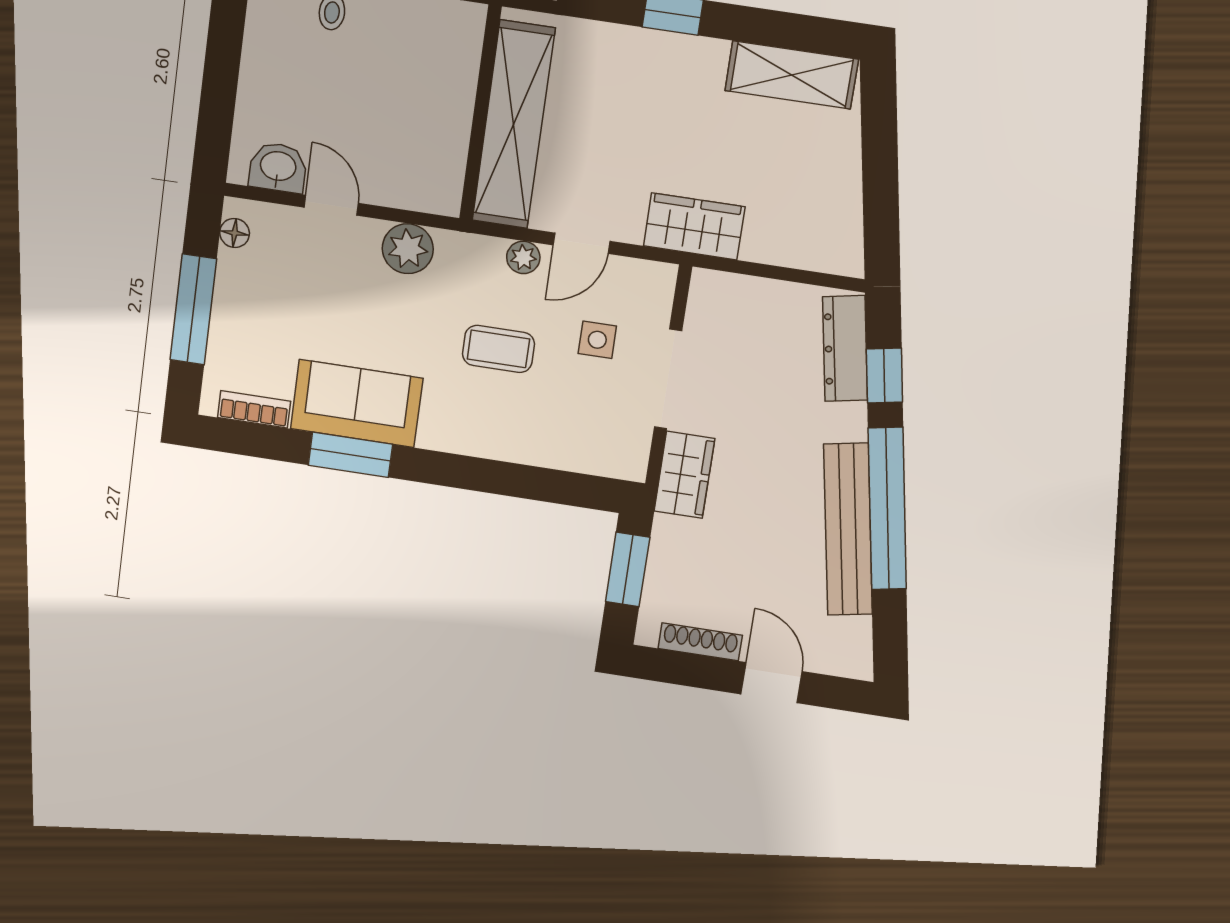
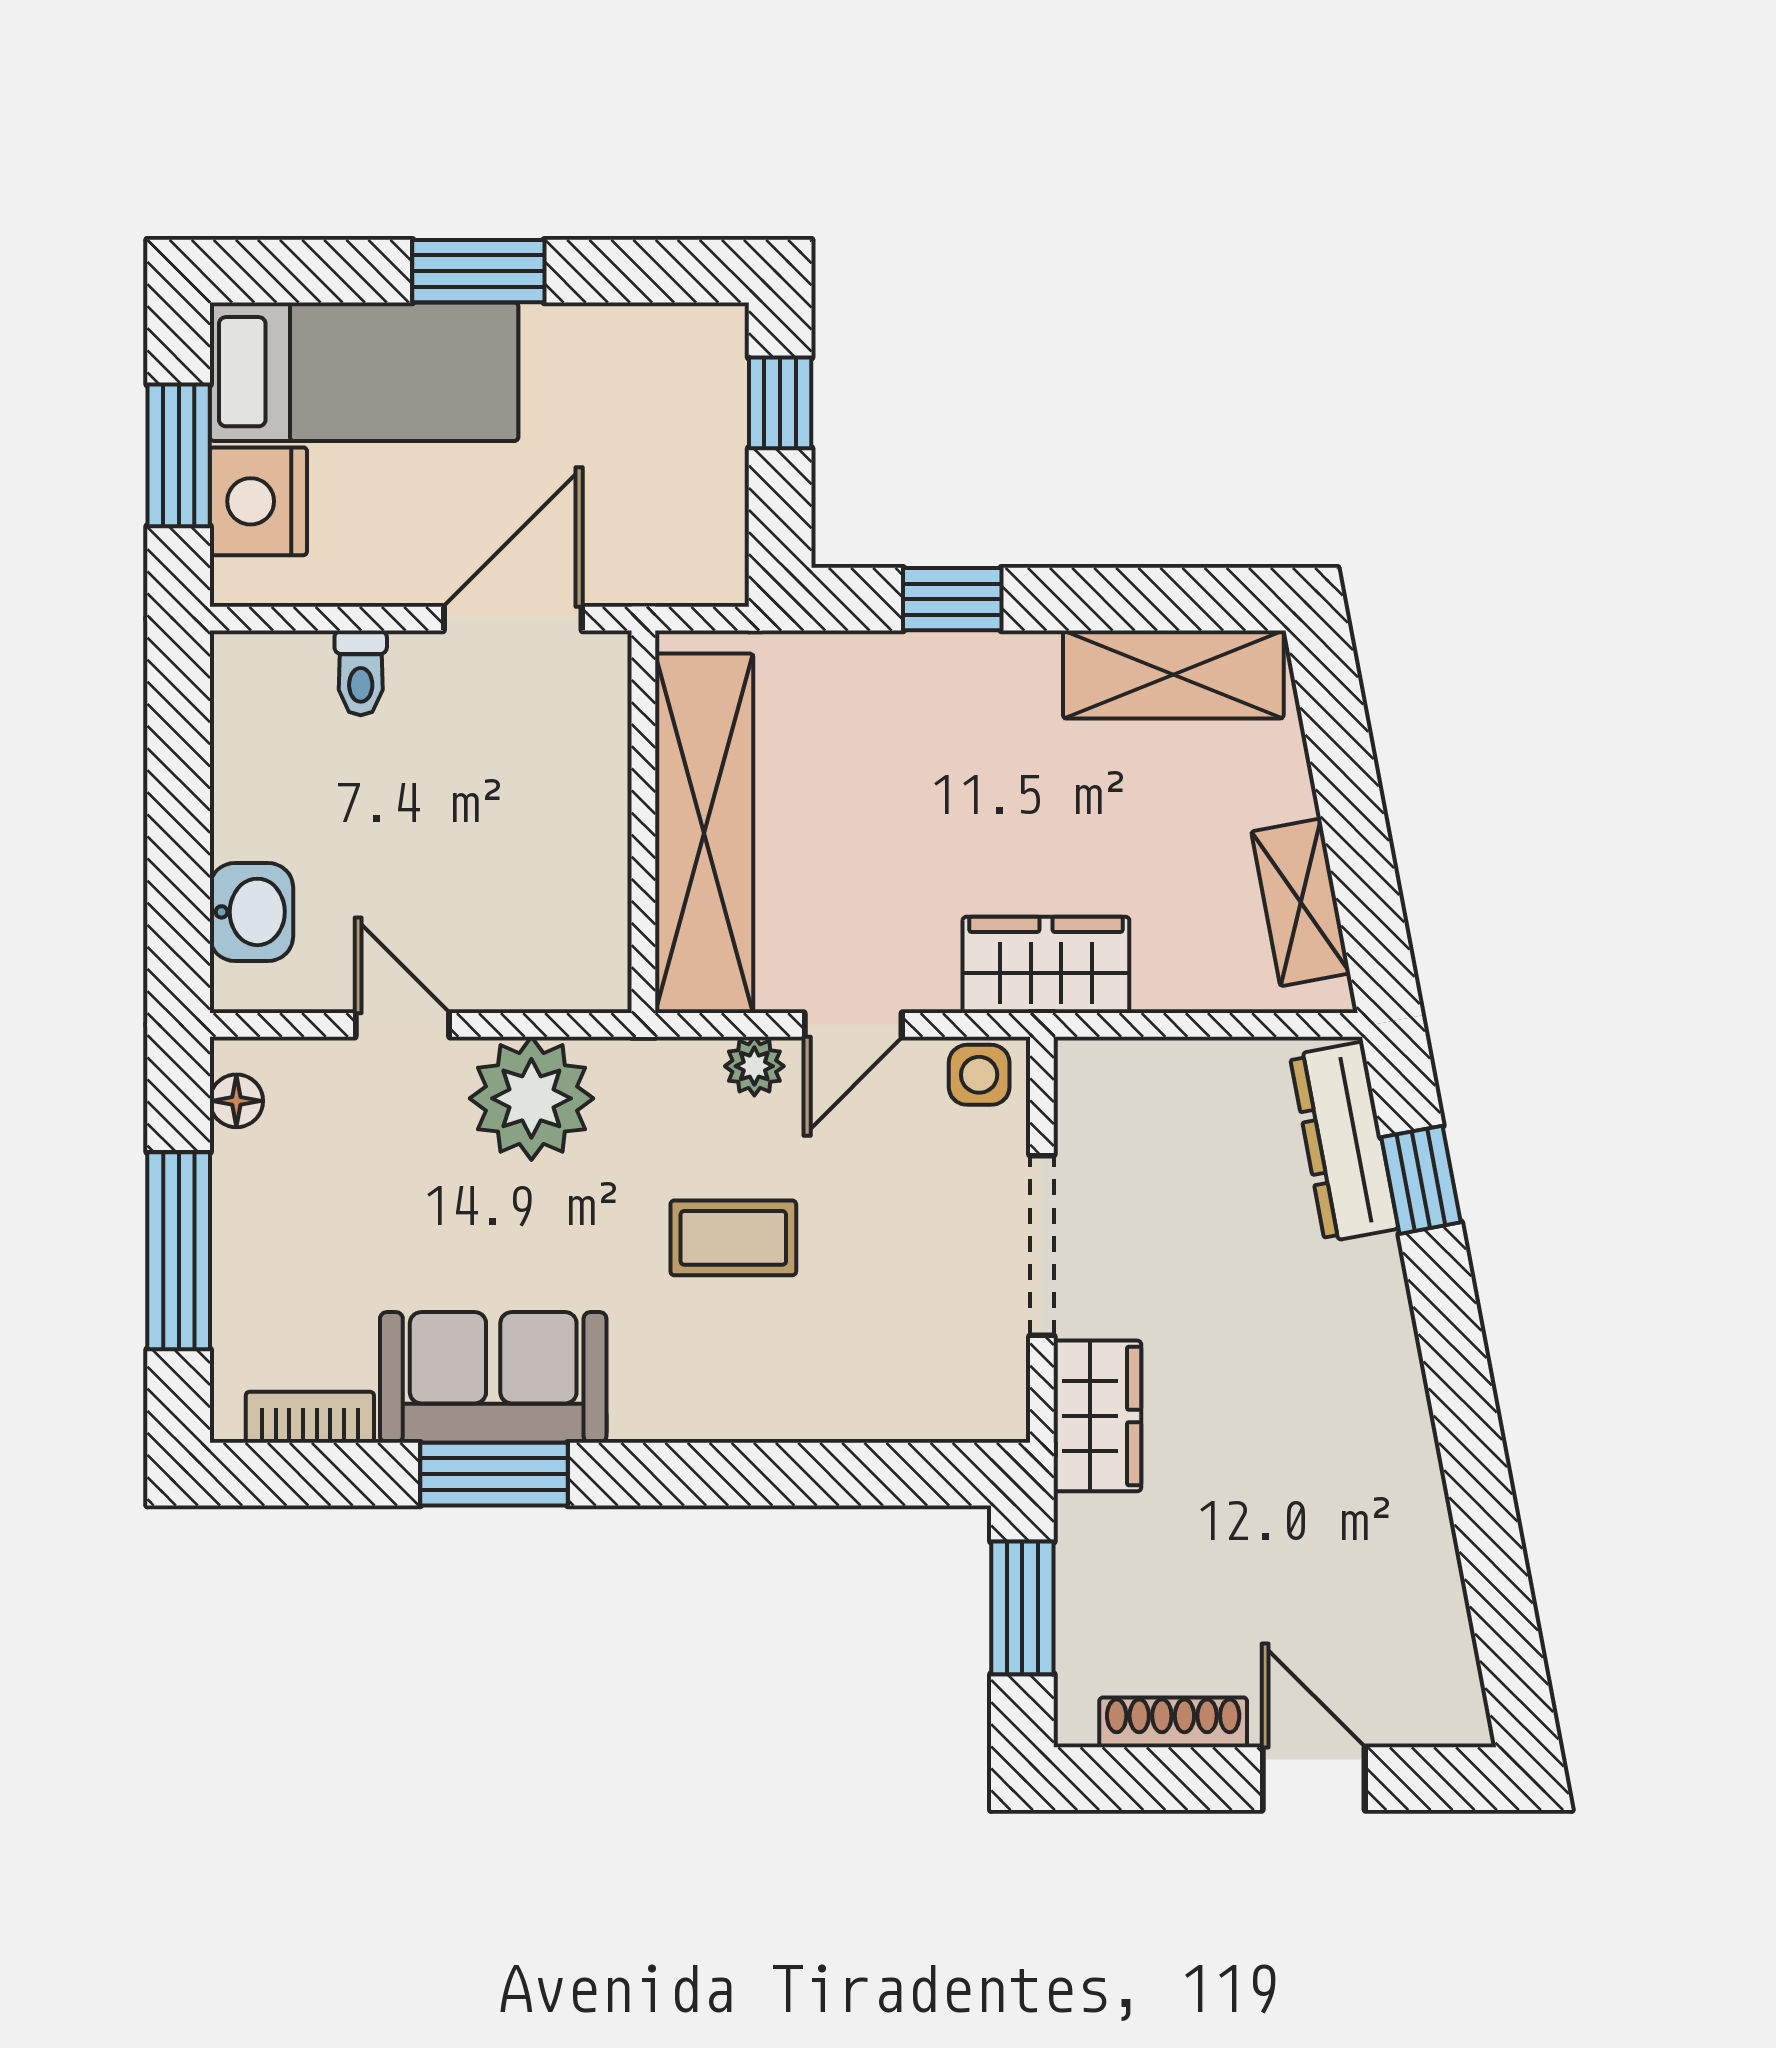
washbasin: (278, 167) -> (251, 912), moved, turned 90
shelving: (843, 213) -> (1301, 902), added
plant: (408, 249) -> (531, 1098), width x1.36, depth x1.36
side table: (597, 340) -> (979, 1075), moved
window: (887, 509) -> (1467, 1421), removed
bench: (848, 529) -> (1403, 1470), removed

